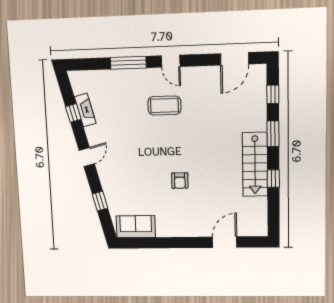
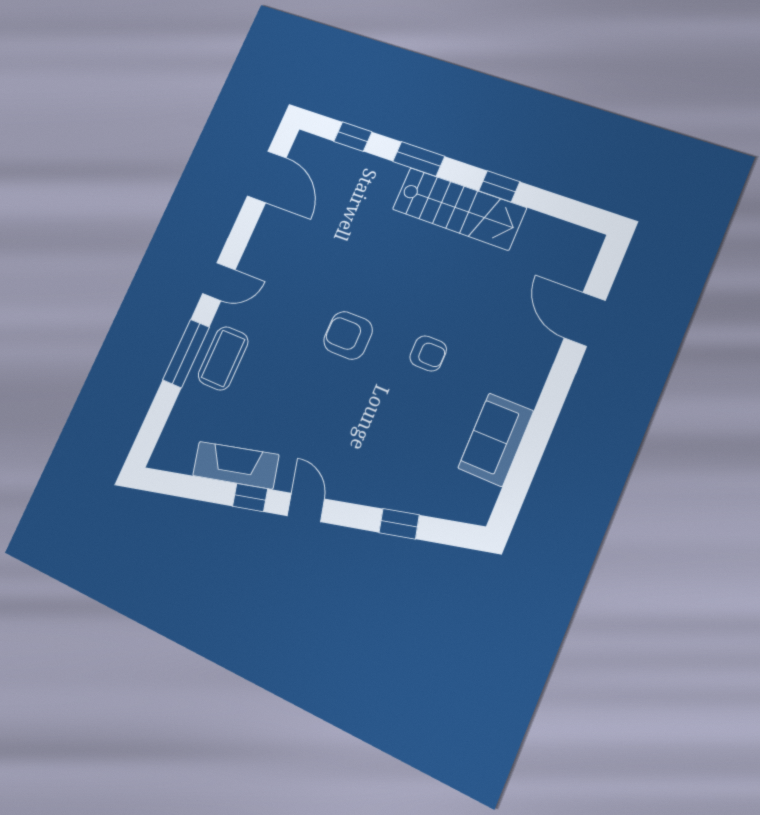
coffee table: (164, 106) -> (223, 358), moved
fireplace: (85, 110) -> (236, 465), width x1.37, depth x1.32
window: (73, 113) -> (250, 498), moved
armchair: (172, 140) -> (348, 335), added
sofa: (136, 227) -> (496, 440), moved

